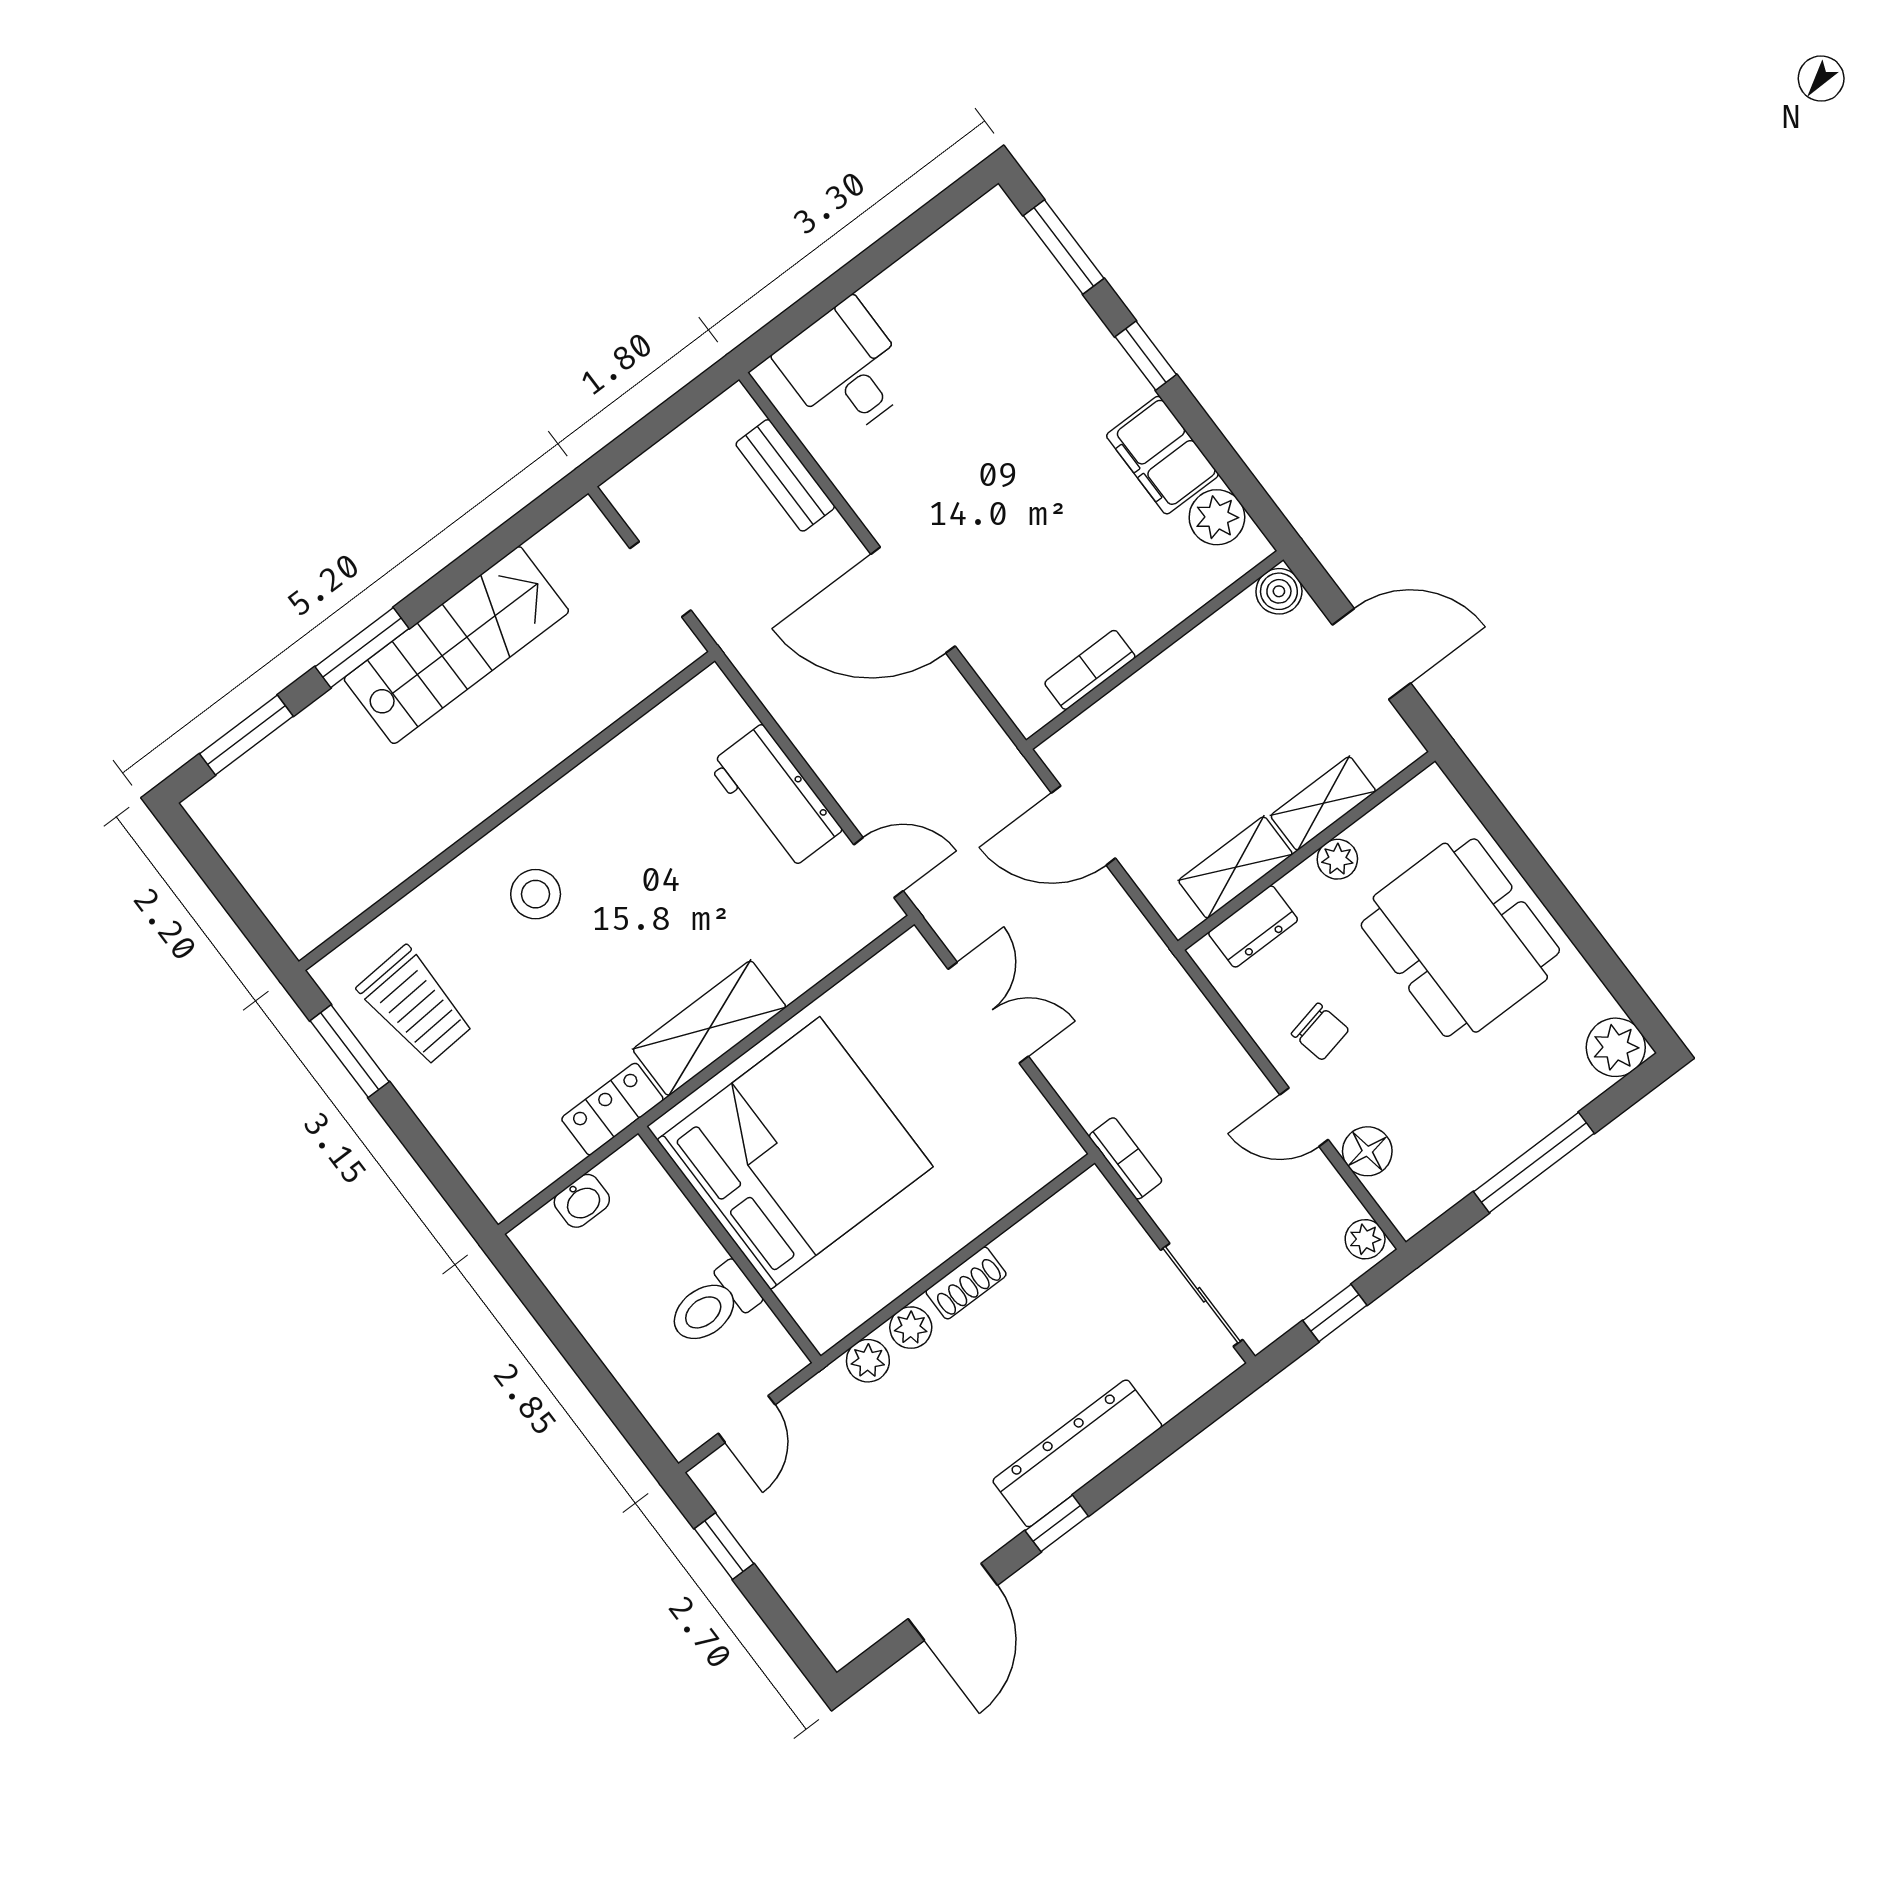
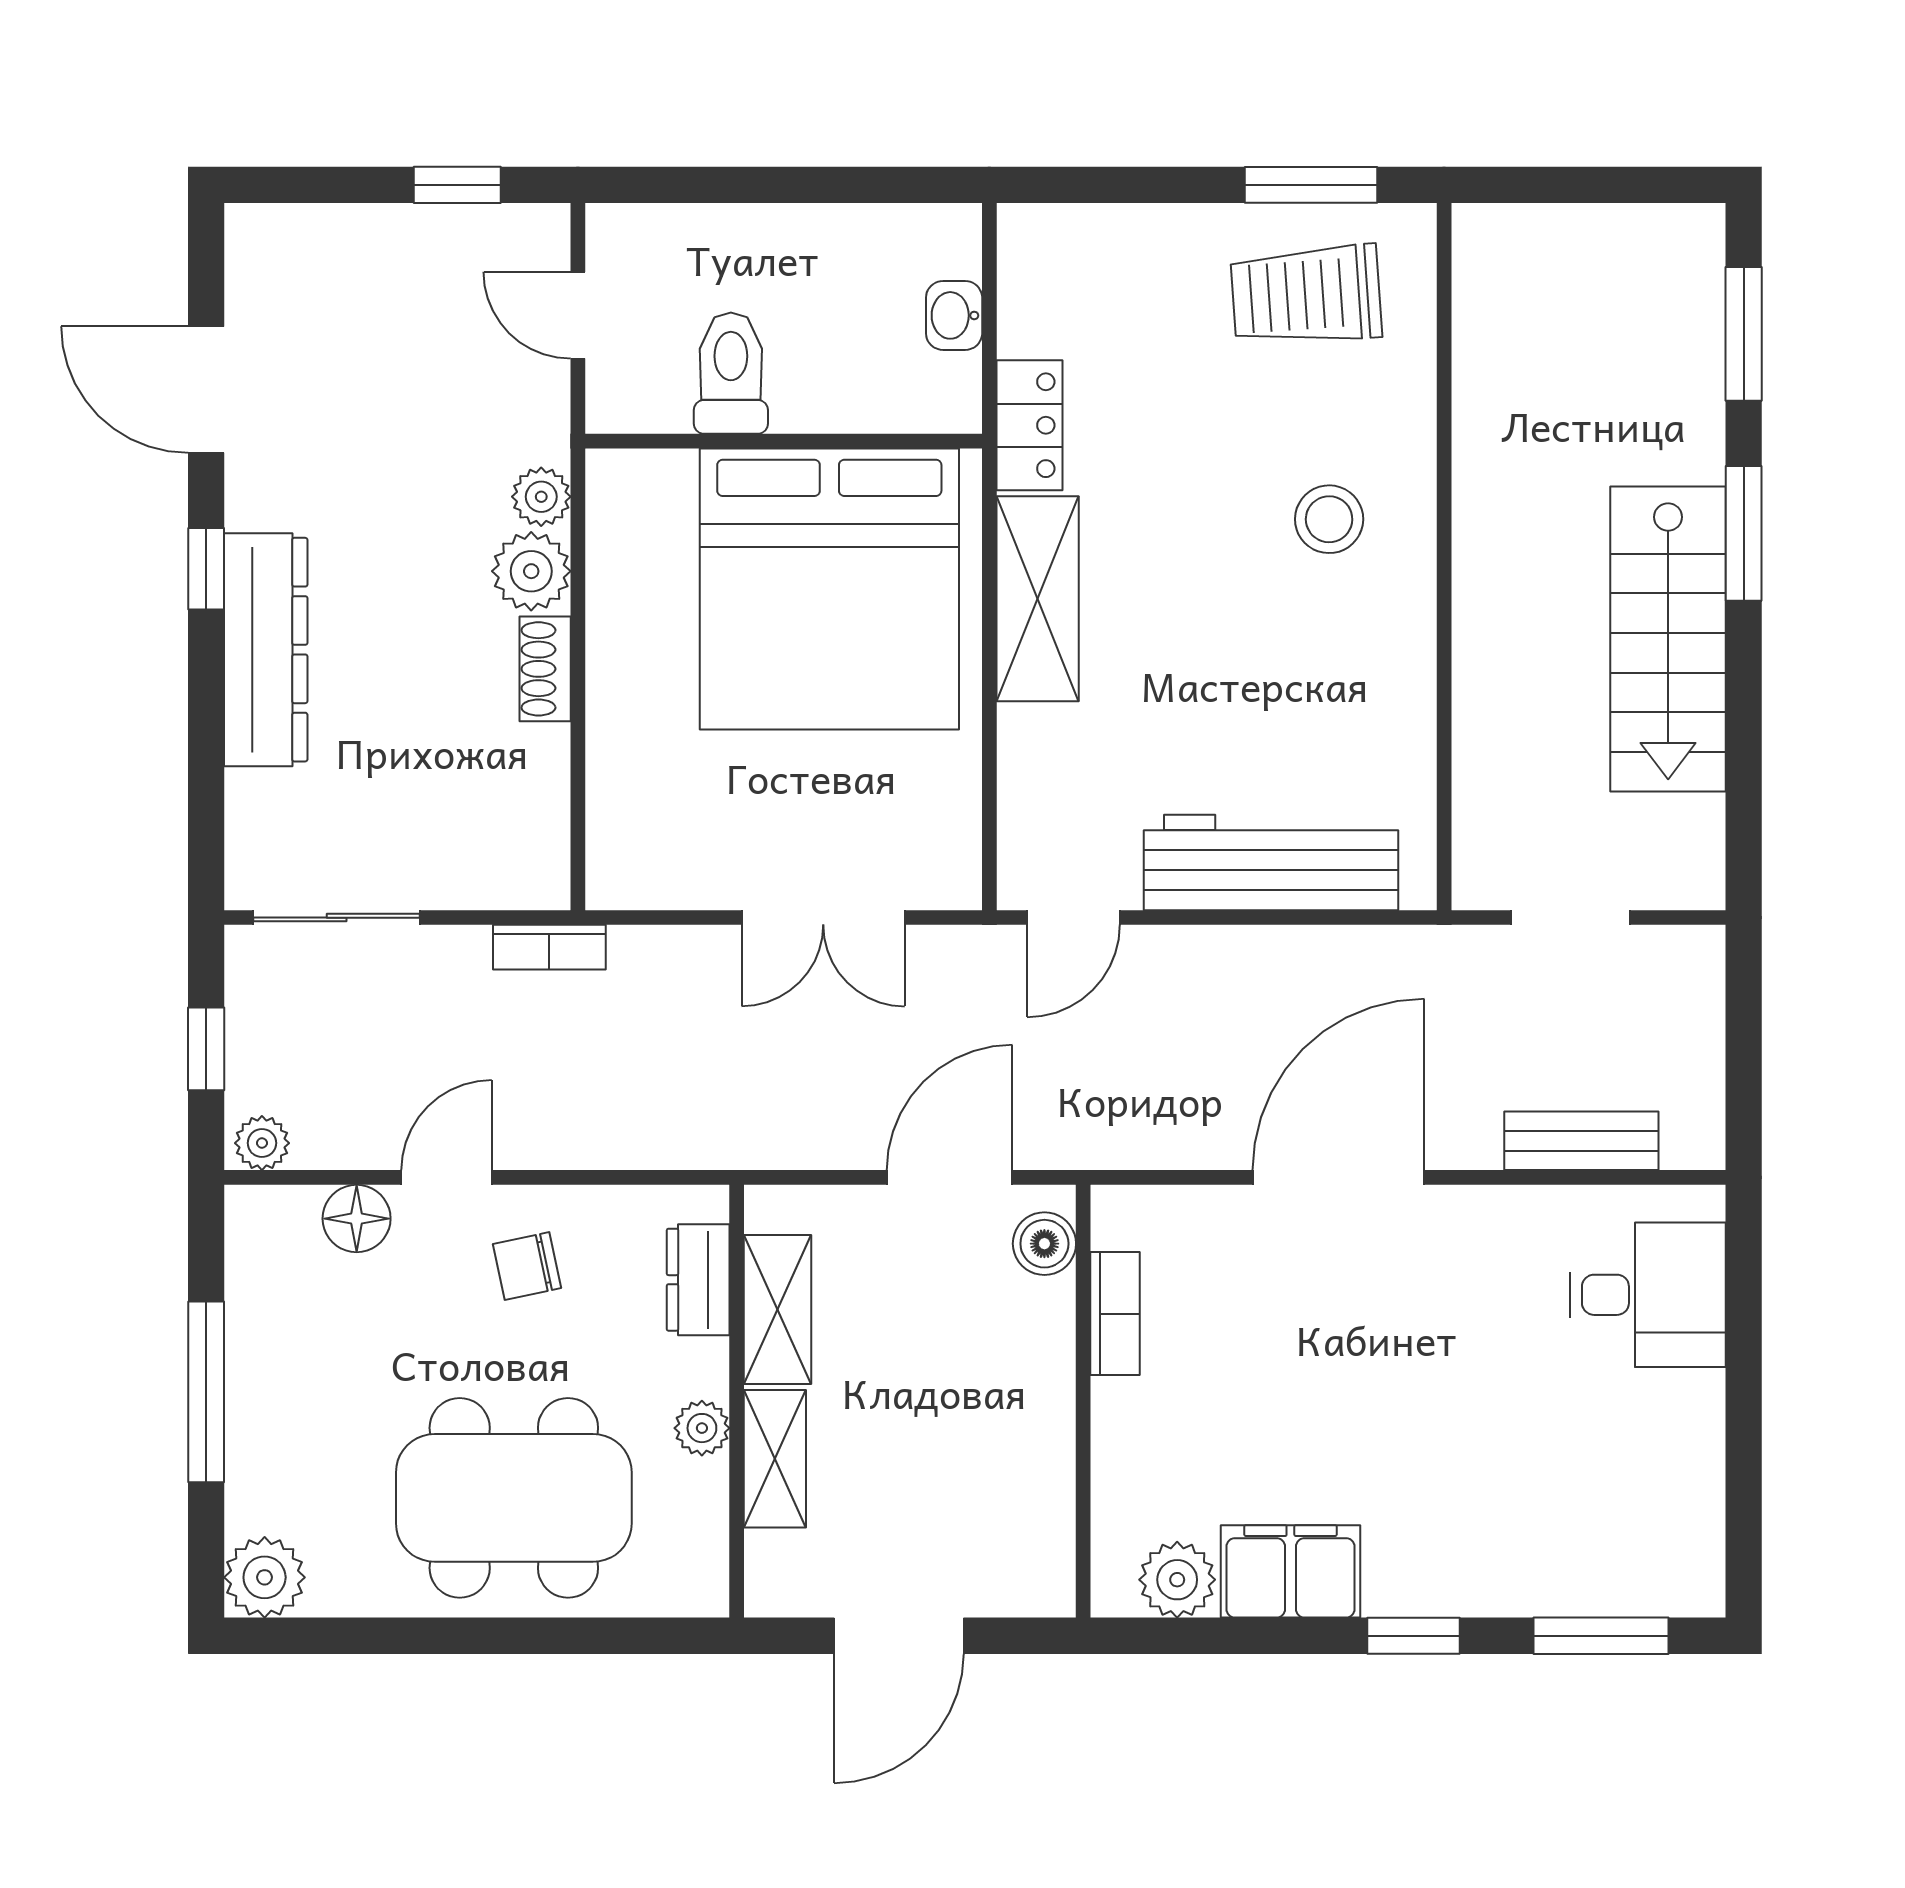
boiler: (1279, 591) -> (1044, 1244), moved
workbench: (775, 797) -> (1271, 863), width x1.38
plant: (911, 1328) -> (531, 571), width x1.38, depth x1.38

